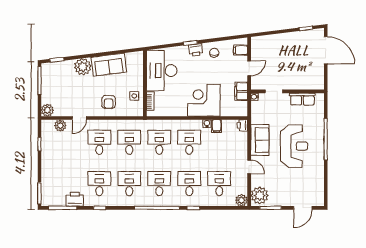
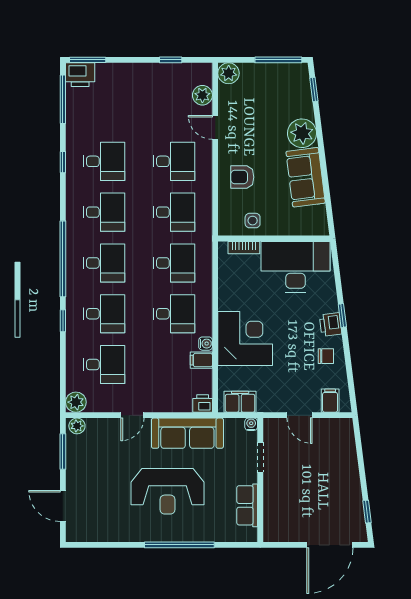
filing cabinet: (241, 91) -> (240, 402), moved
sofa: (260, 140) -> (187, 433), width x1.36
plant: (260, 195) -> (77, 426), width x0.53, depth x0.53
printer: (75, 199) -> (80, 75), moved, turned 90

